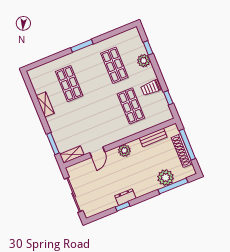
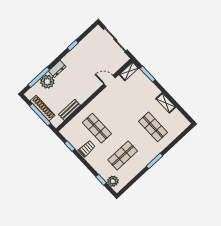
plant: (144, 61) -> (113, 181), moved
shop shelf: (114, 65) -> (123, 155), turned 90
plant: (124, 150) -> (88, 91), removed
door: (97, 152) -> (110, 81), hinge flipped
dresser: (125, 197) -> (57, 69), moved

